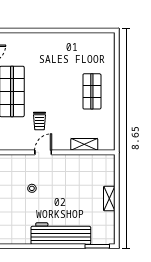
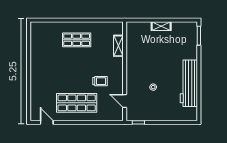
door: (43, 152) -> (125, 101), moved
workbench: (61, 234) -> (189, 83), moved

